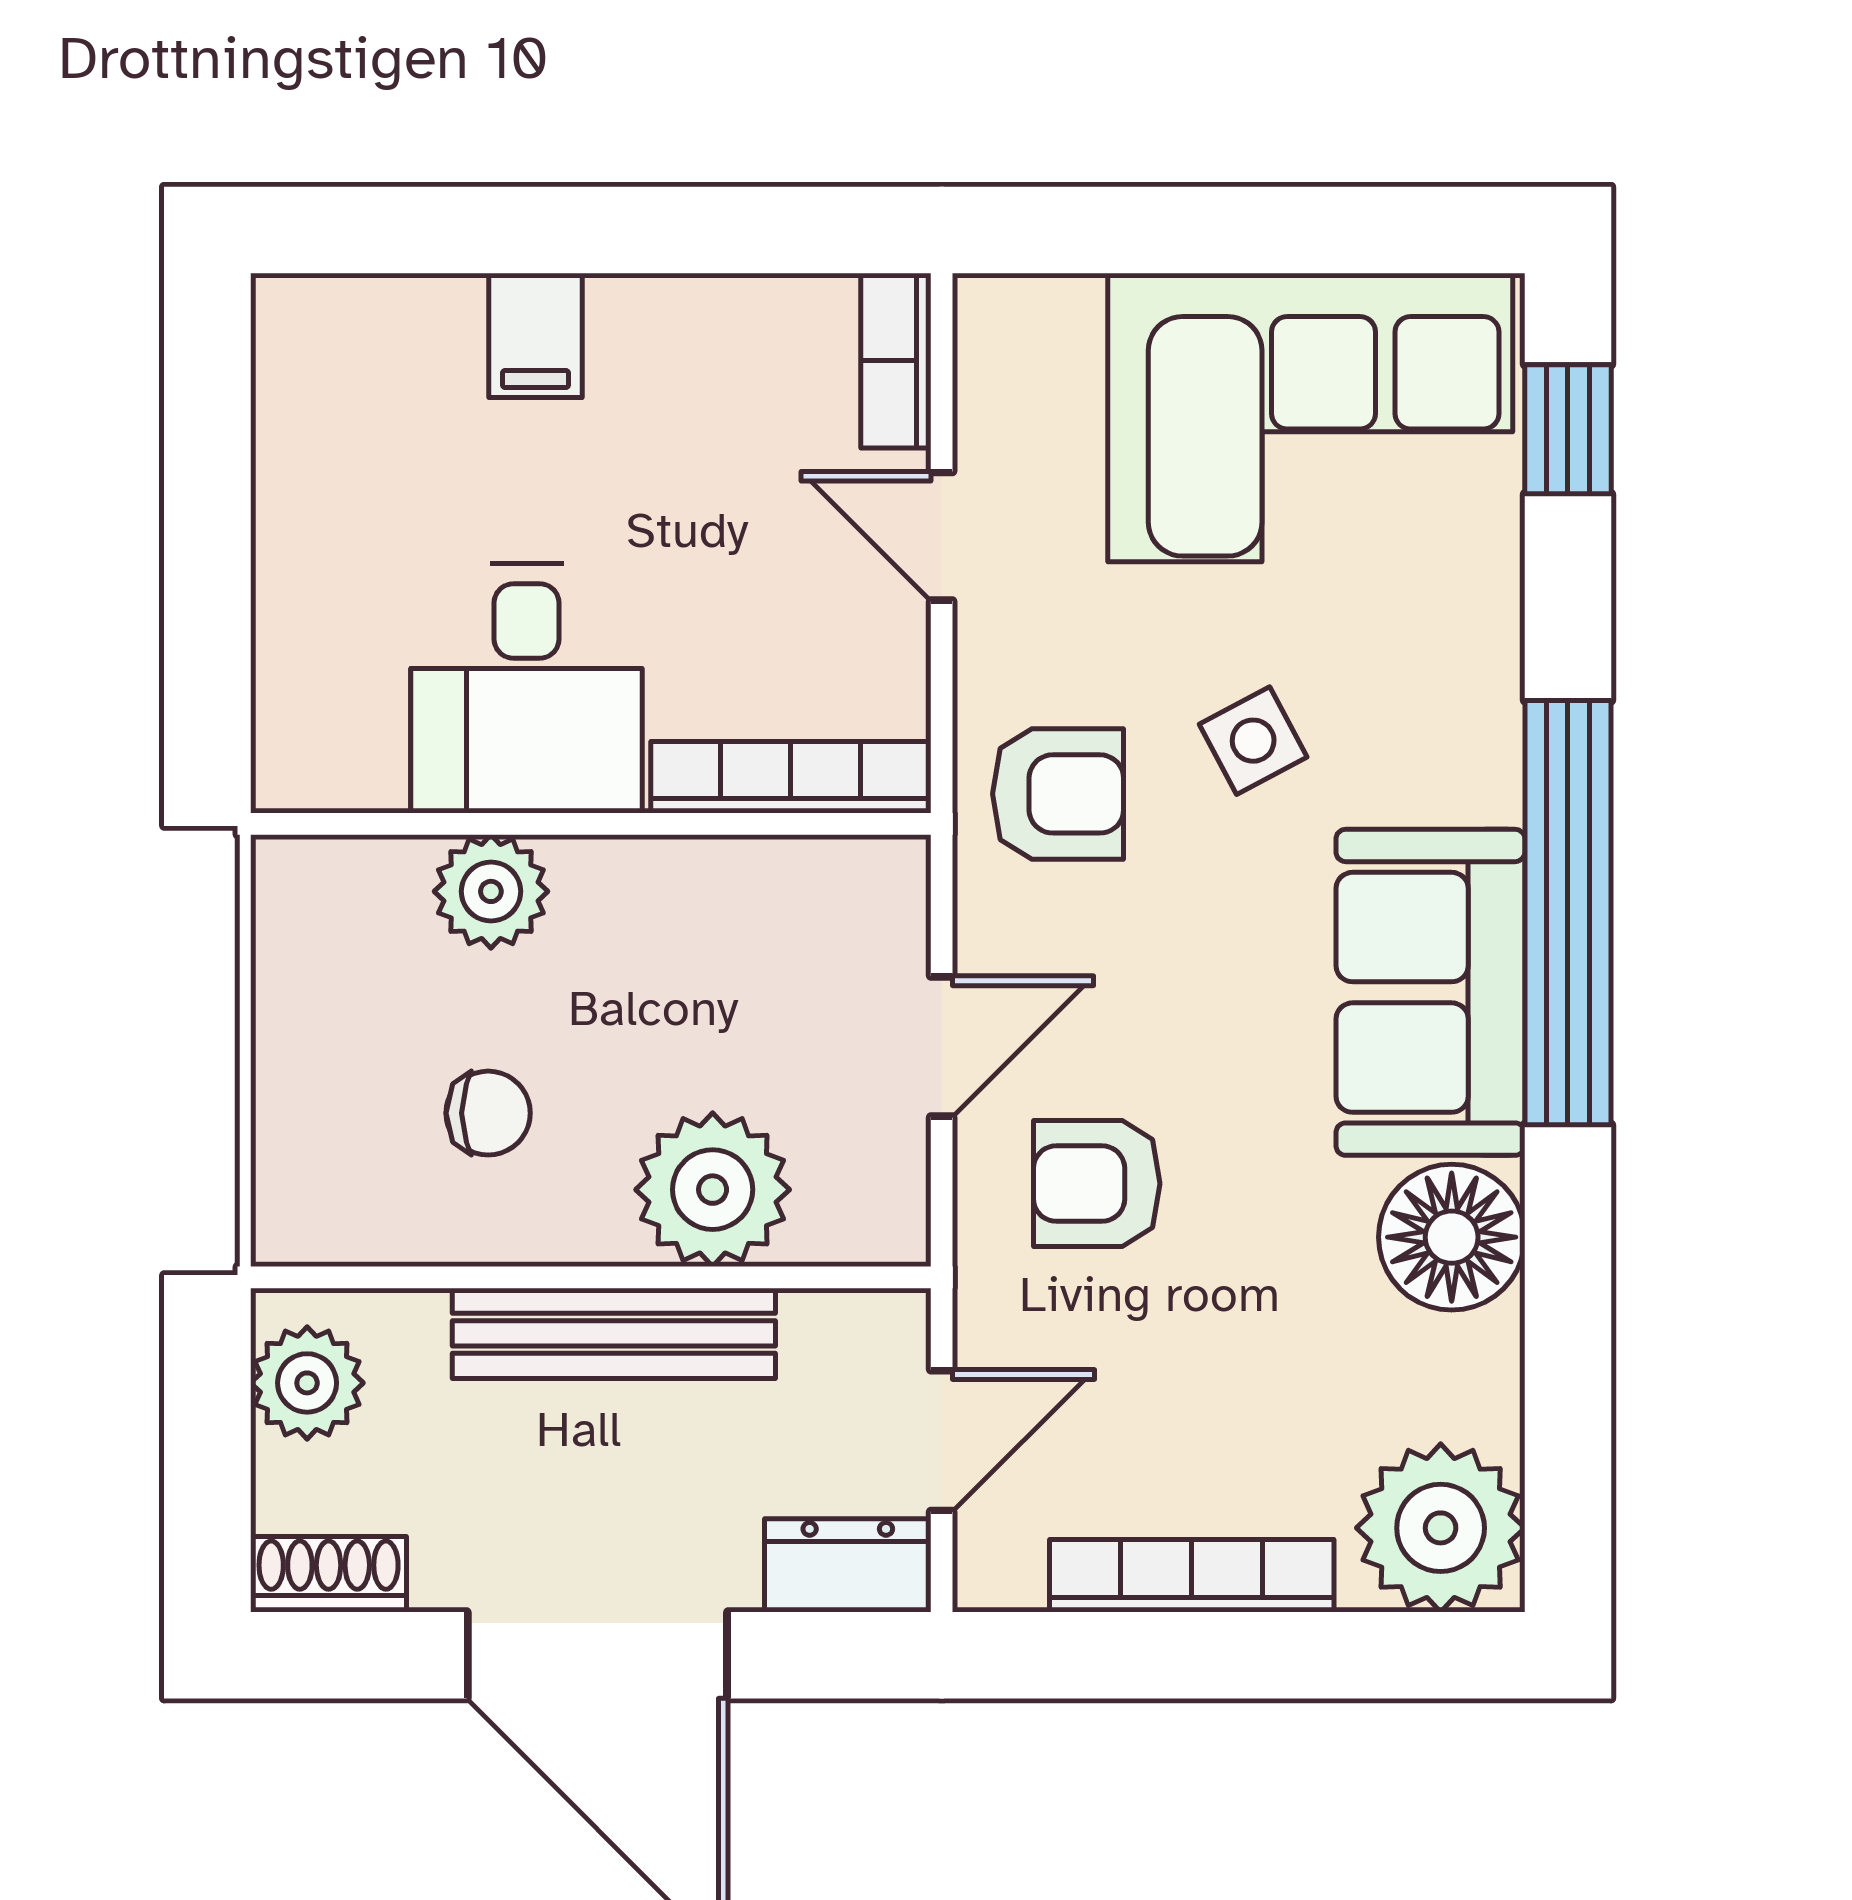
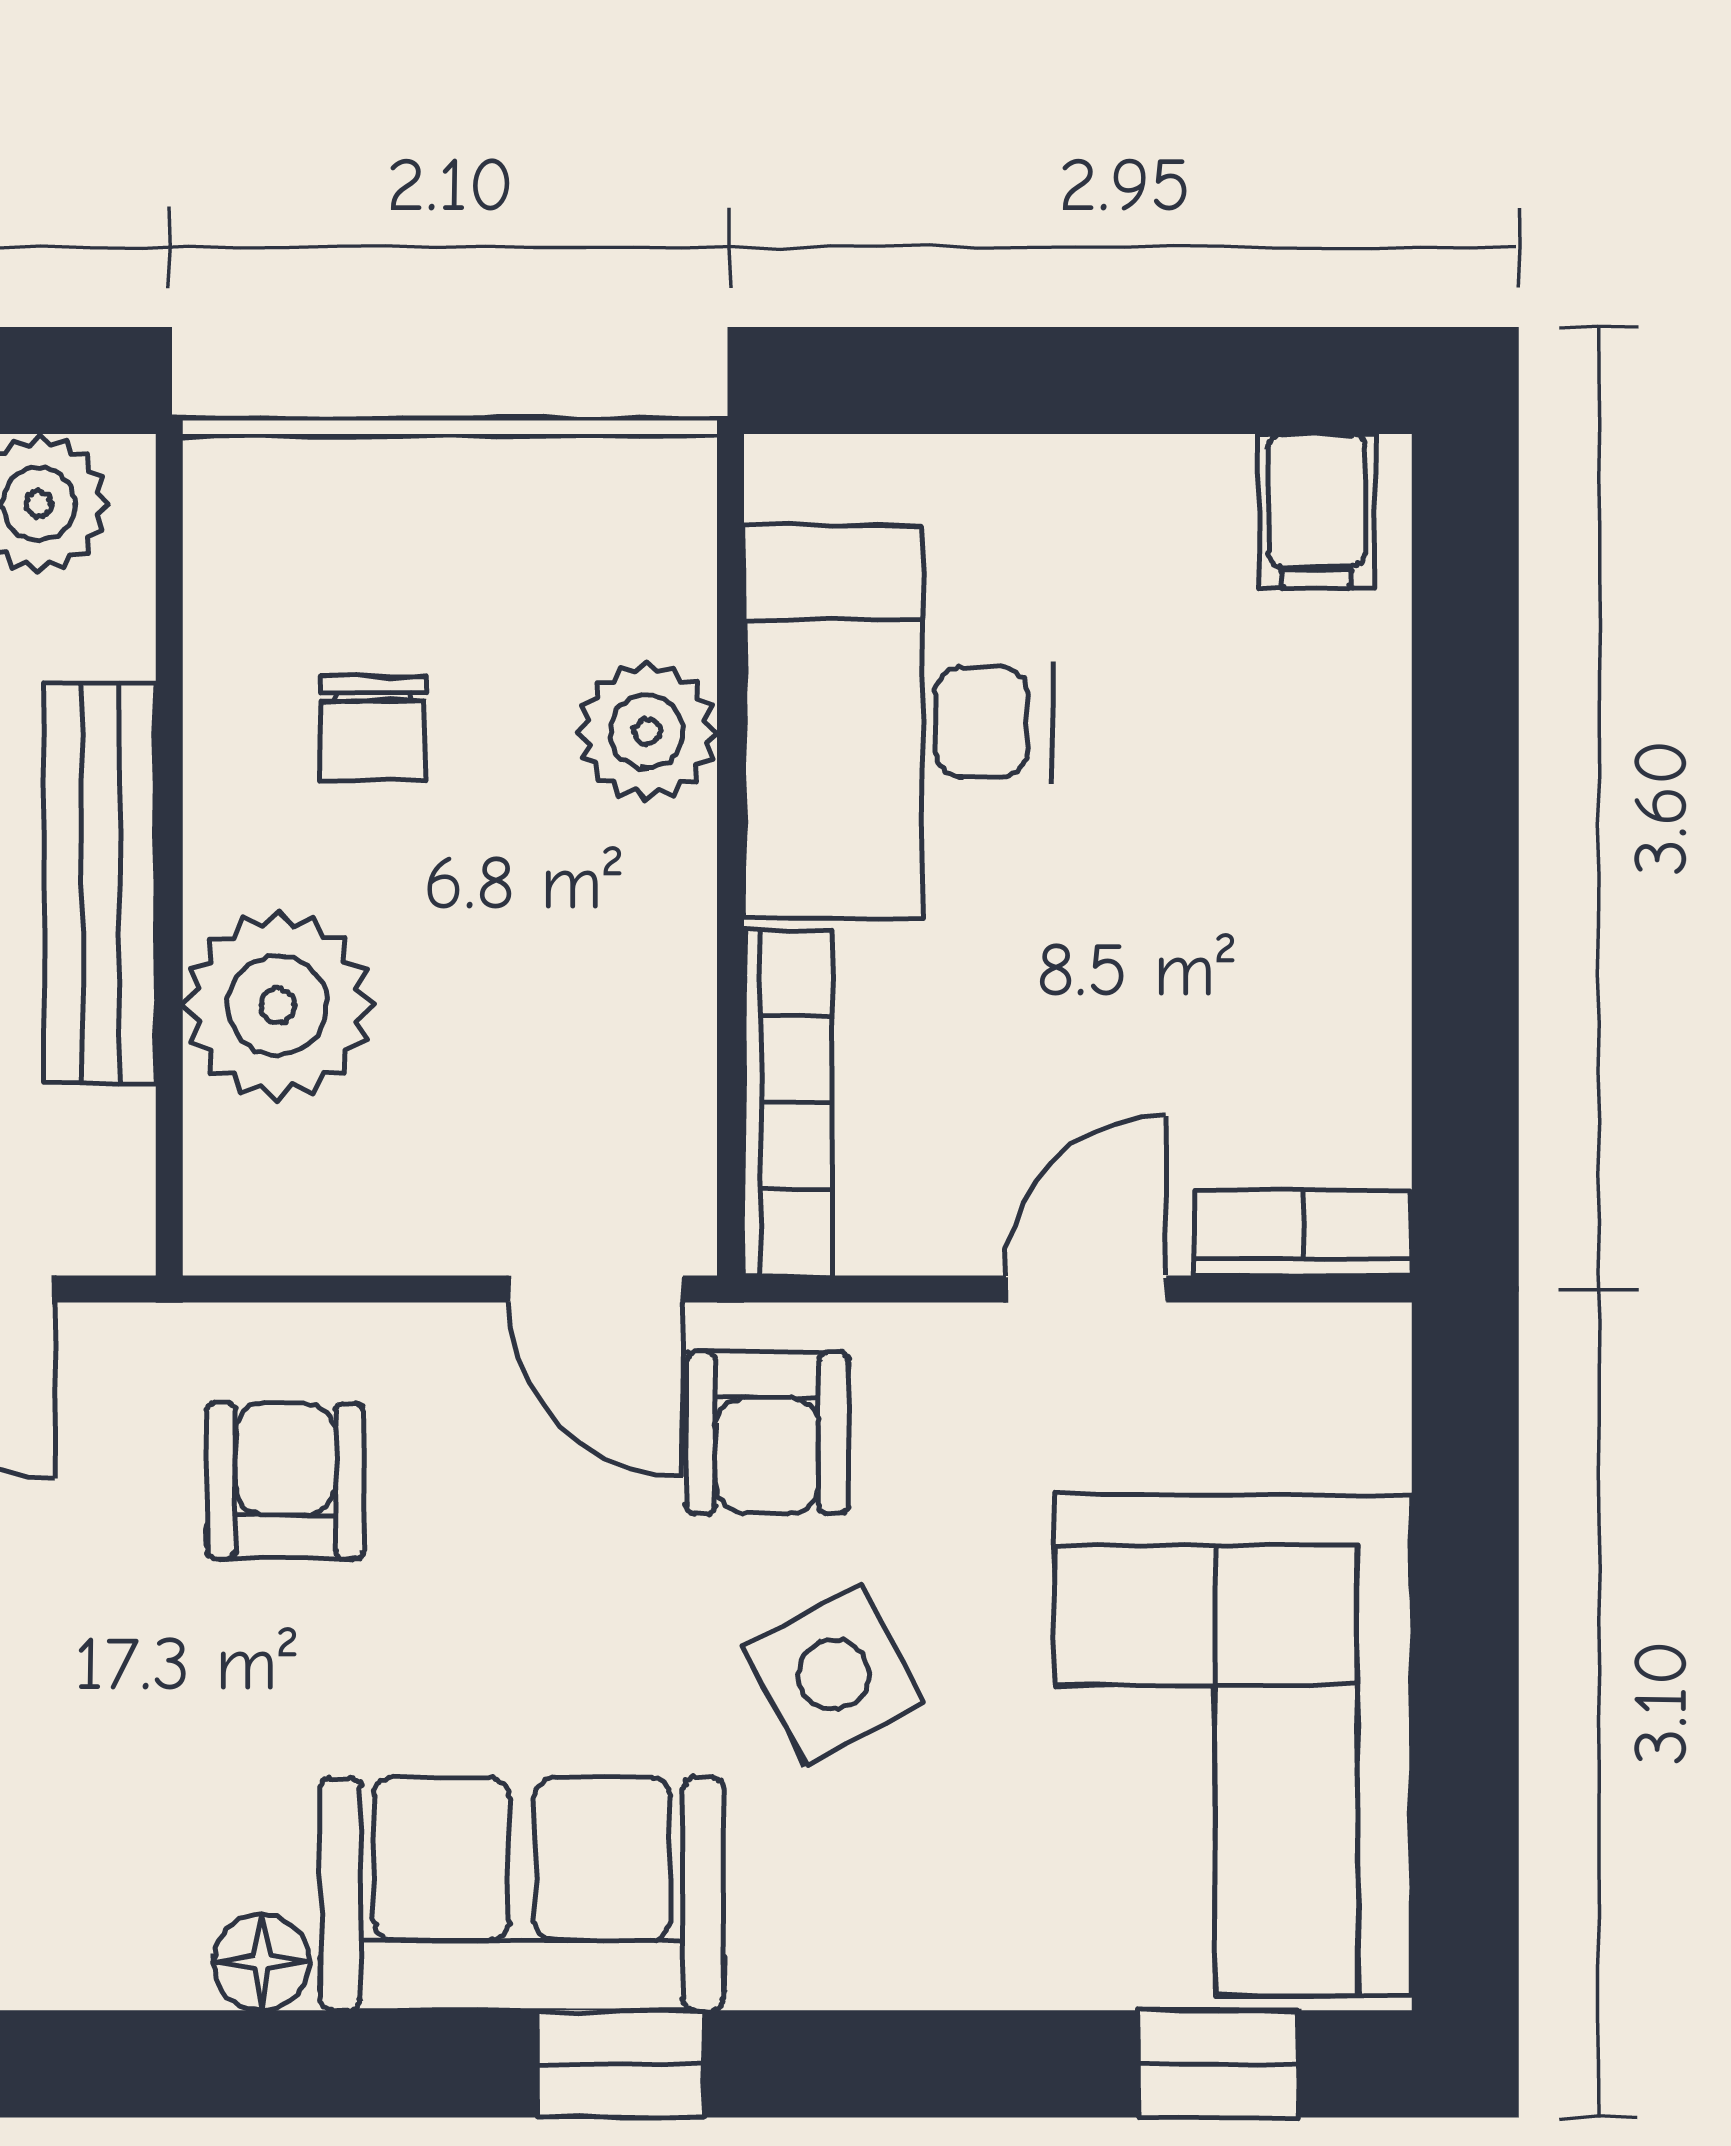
filing cabinet: (535, 335) -> (1316, 511), moved, turned -90
desk: (527, 688) -> (898, 722), width x1.37
side table: (1253, 741) -> (833, 1674), width x1.37, depth x1.37
window: (1568, 913) -> (621, 2064), width x0.32
door: (942, 1047) -> (596, 1289), moved
floor lamp: (1452, 1237) -> (261, 1962), width x0.53, depth x0.53

